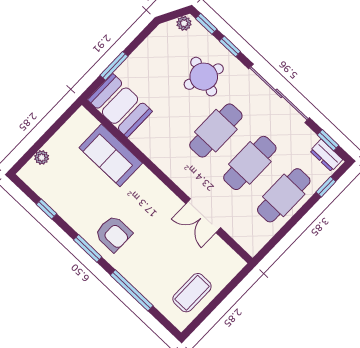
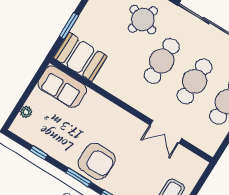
sofa: (111, 155) -> (62, 87), moved
armchair: (113, 234) -> (97, 161), width x1.36, depth x1.36

